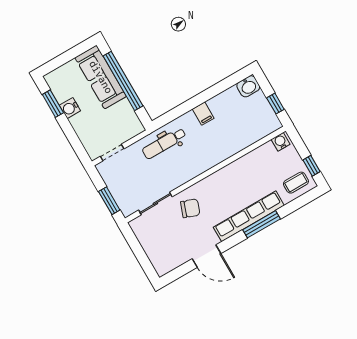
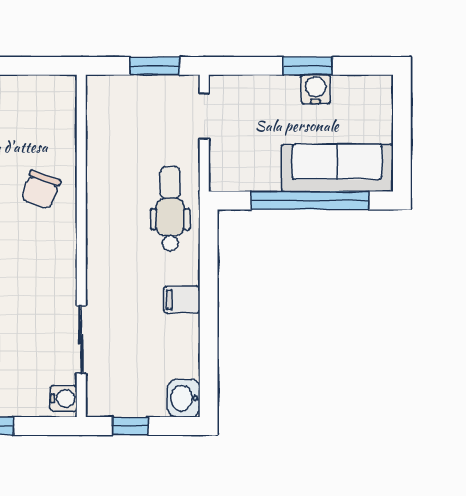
window: (53, 104) -> (308, 66), moved
window: (109, 201) -> (155, 66), moved
sliding door: (155, 203) -> (81, 339), moved

